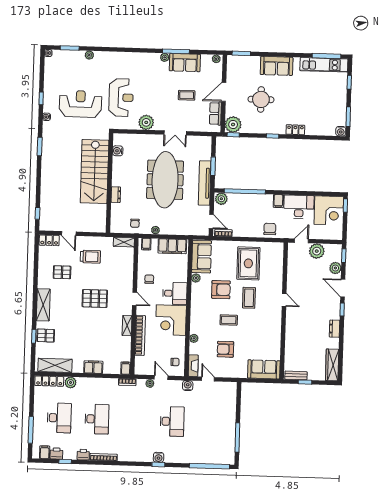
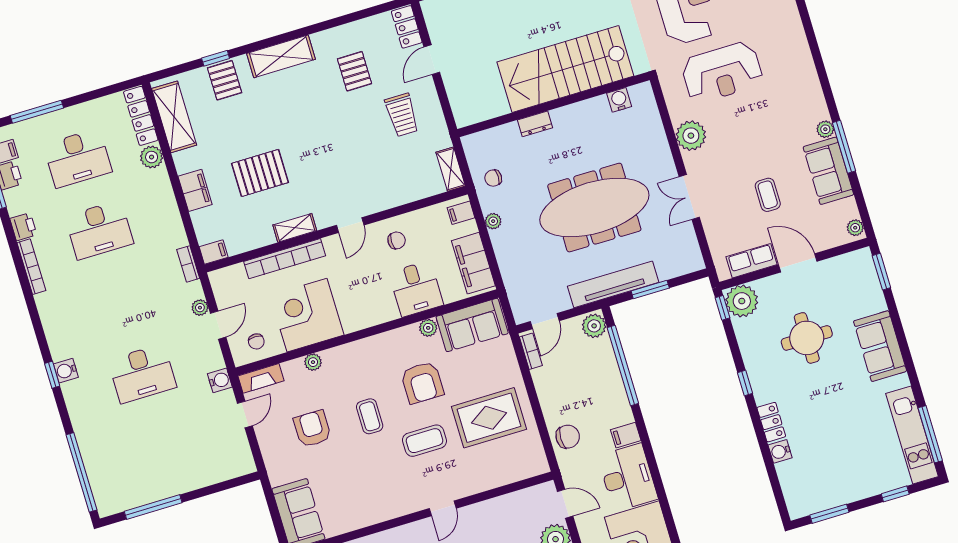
water cooler: (341, 131) -> (780, 451), moved
desk: (175, 293) -> (416, 289), moved
pallet: (95, 298) -> (260, 173), moved, turned 90
corner desk: (171, 320) -> (307, 315), moved

